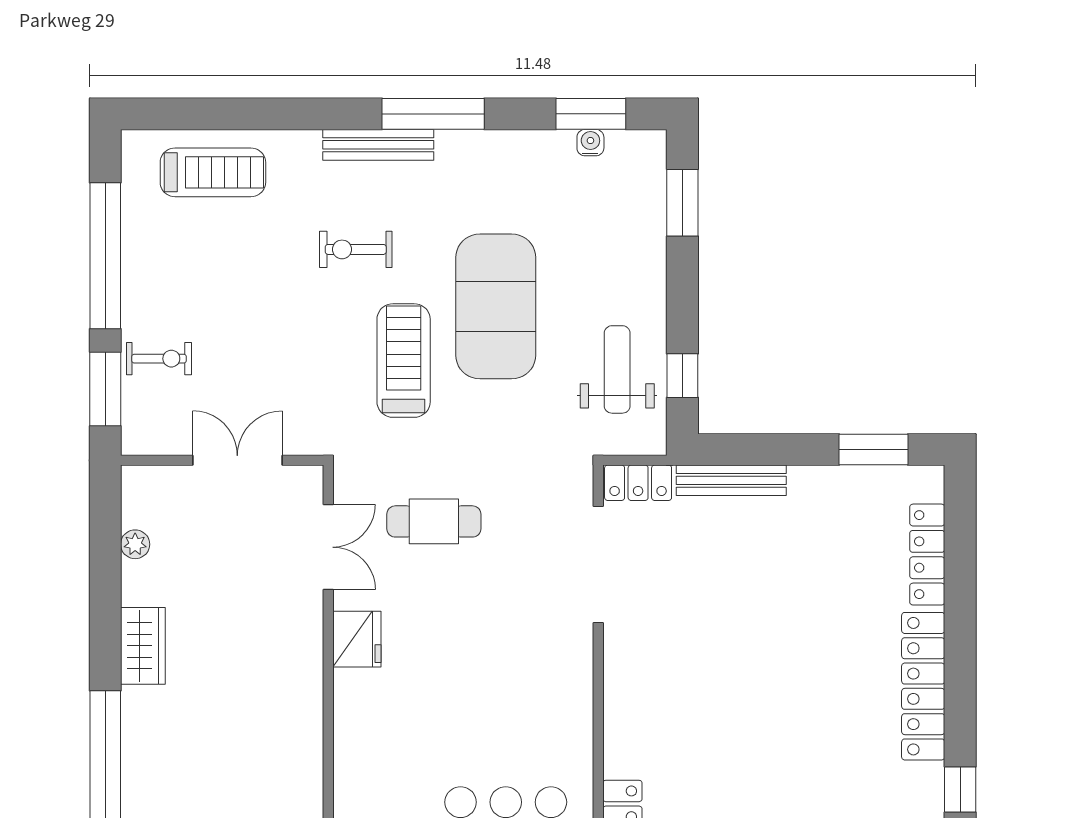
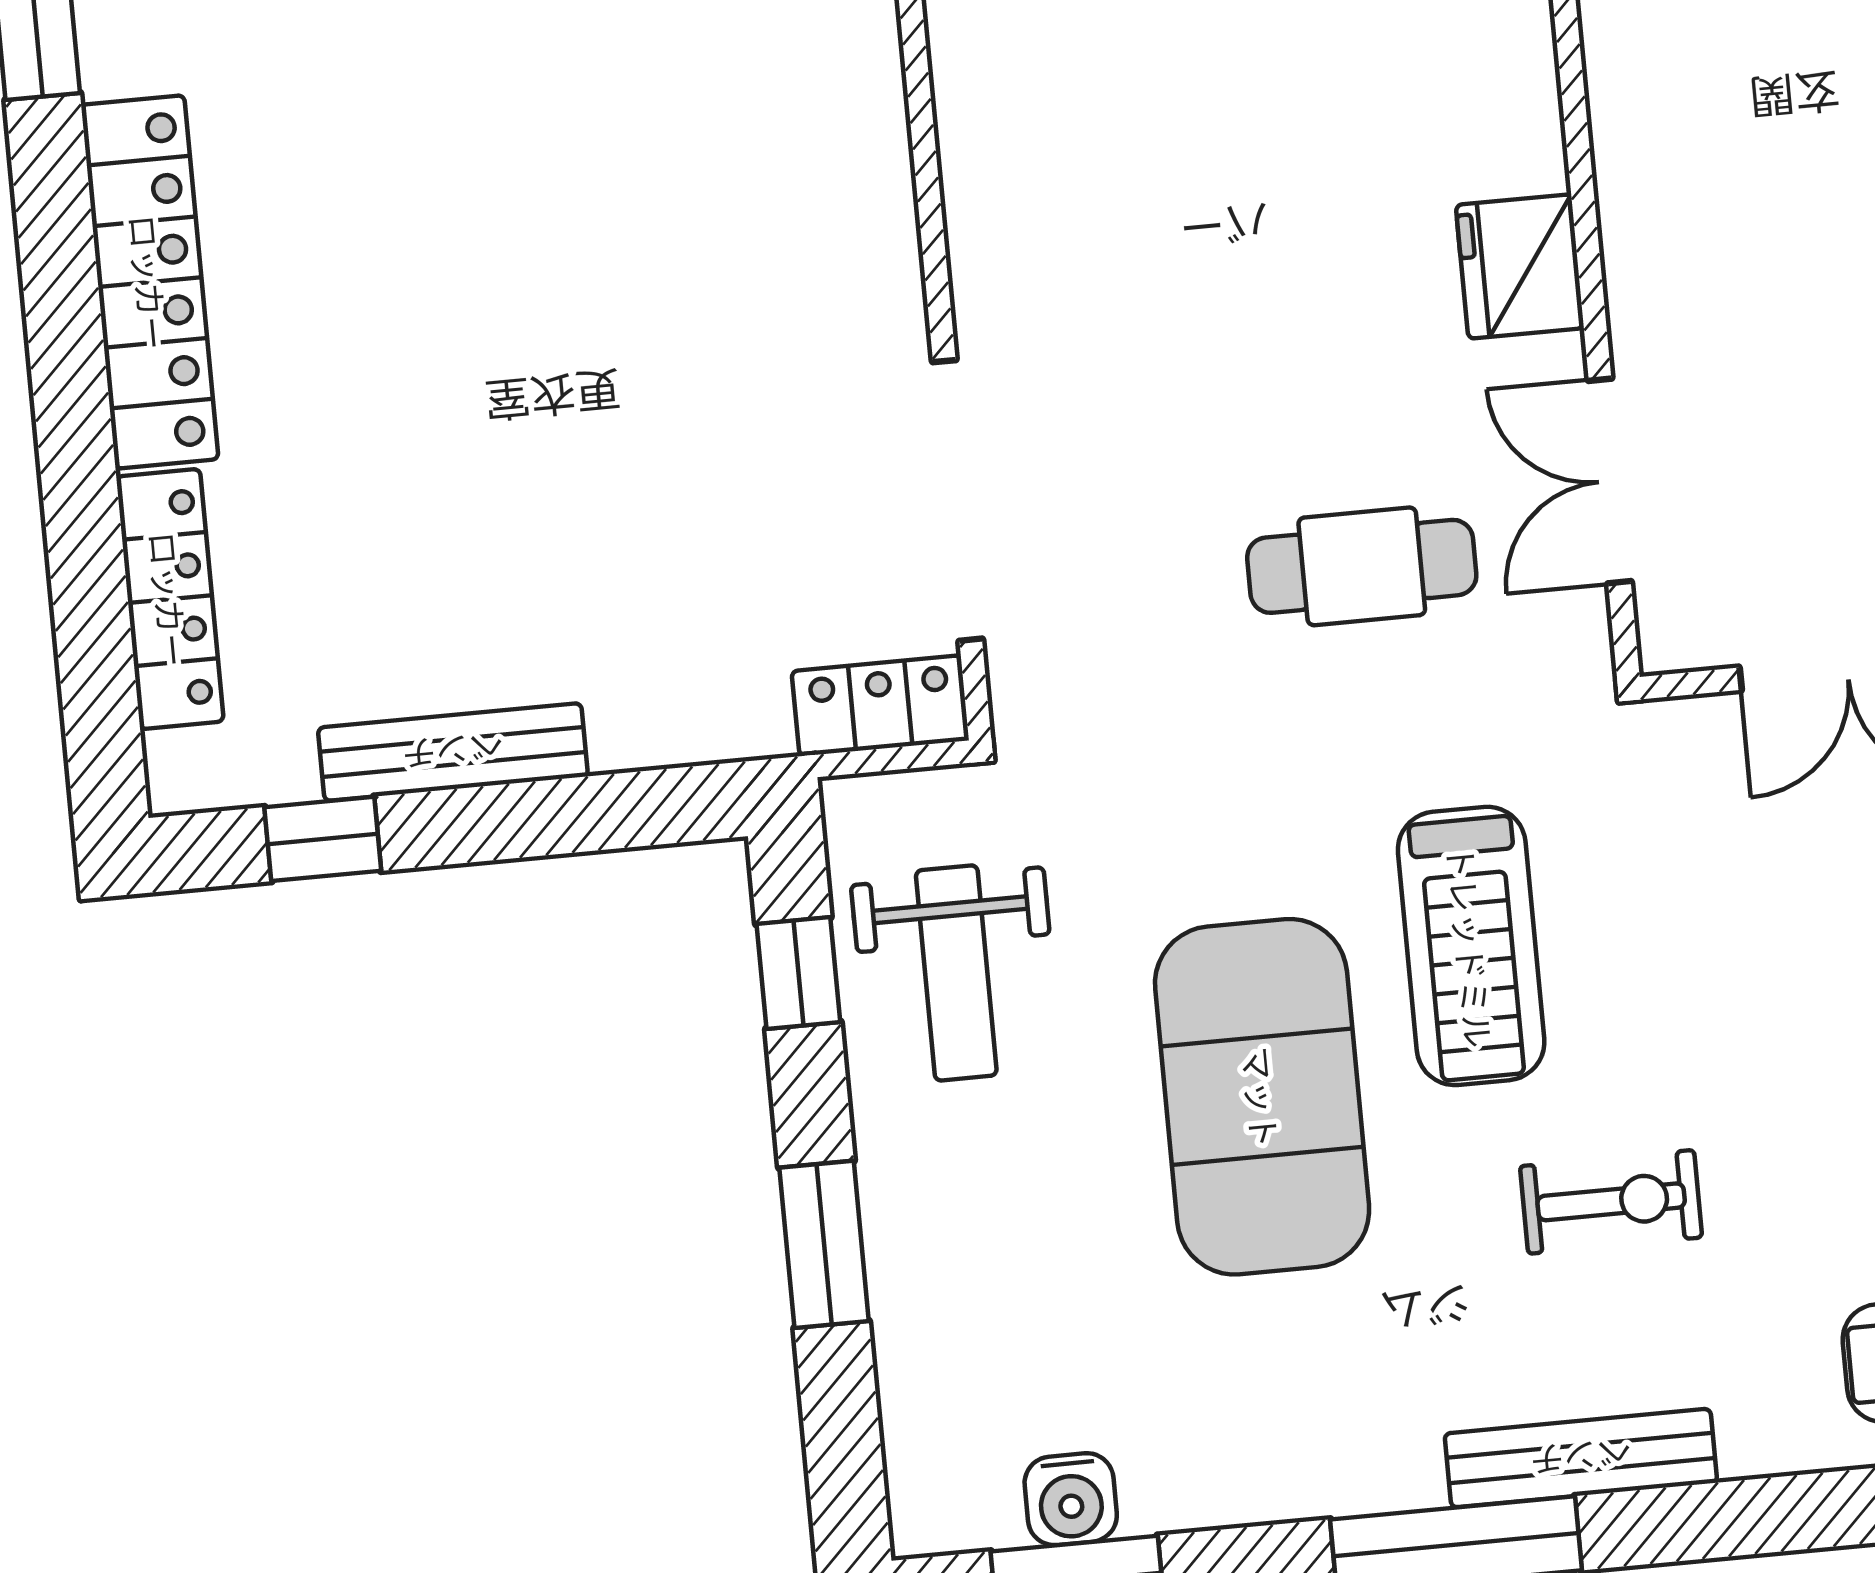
water cooler: (590, 143) -> (1071, 1499), width x1.38, depth x1.38
window: (682, 203) -> (824, 1244), moved
window: (873, 450) -> (323, 839), width x0.67
bench: (731, 480) -> (453, 752), moved

